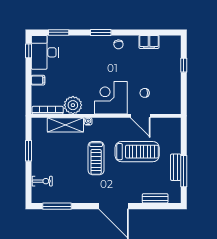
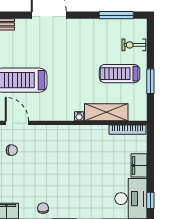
filing cabinet: (38, 80) -> (139, 165), width x2.00
corner desk: (111, 98) -> (52, 144), removed
plant: (73, 105) -> (97, 136), removed
treadmill: (96, 158) -> (120, 74), moved, turned -90

